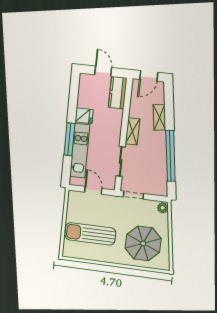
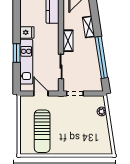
window: (69, 139) -> (17, 53), width x0.69
plant: (163, 208) -> (102, 111), moved
sun lounger: (90, 234) -> (42, 131), turned -90
parasol: (143, 243) -> (88, 134), removed

